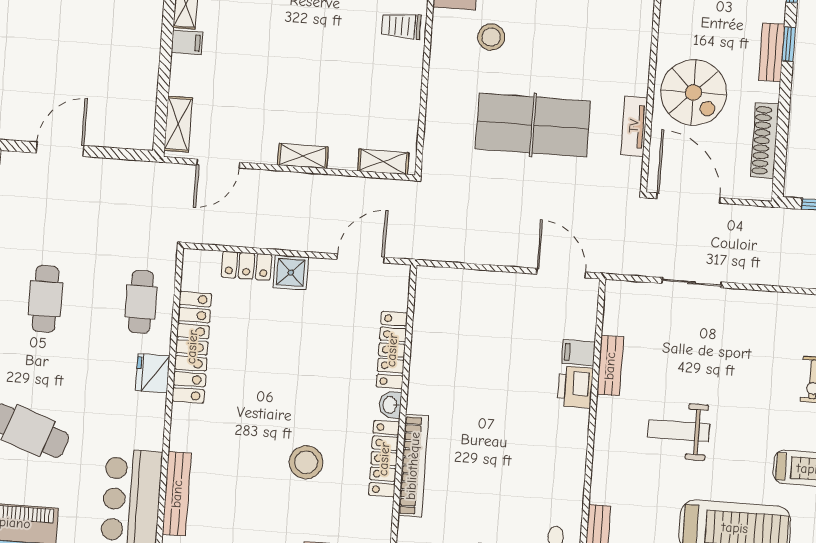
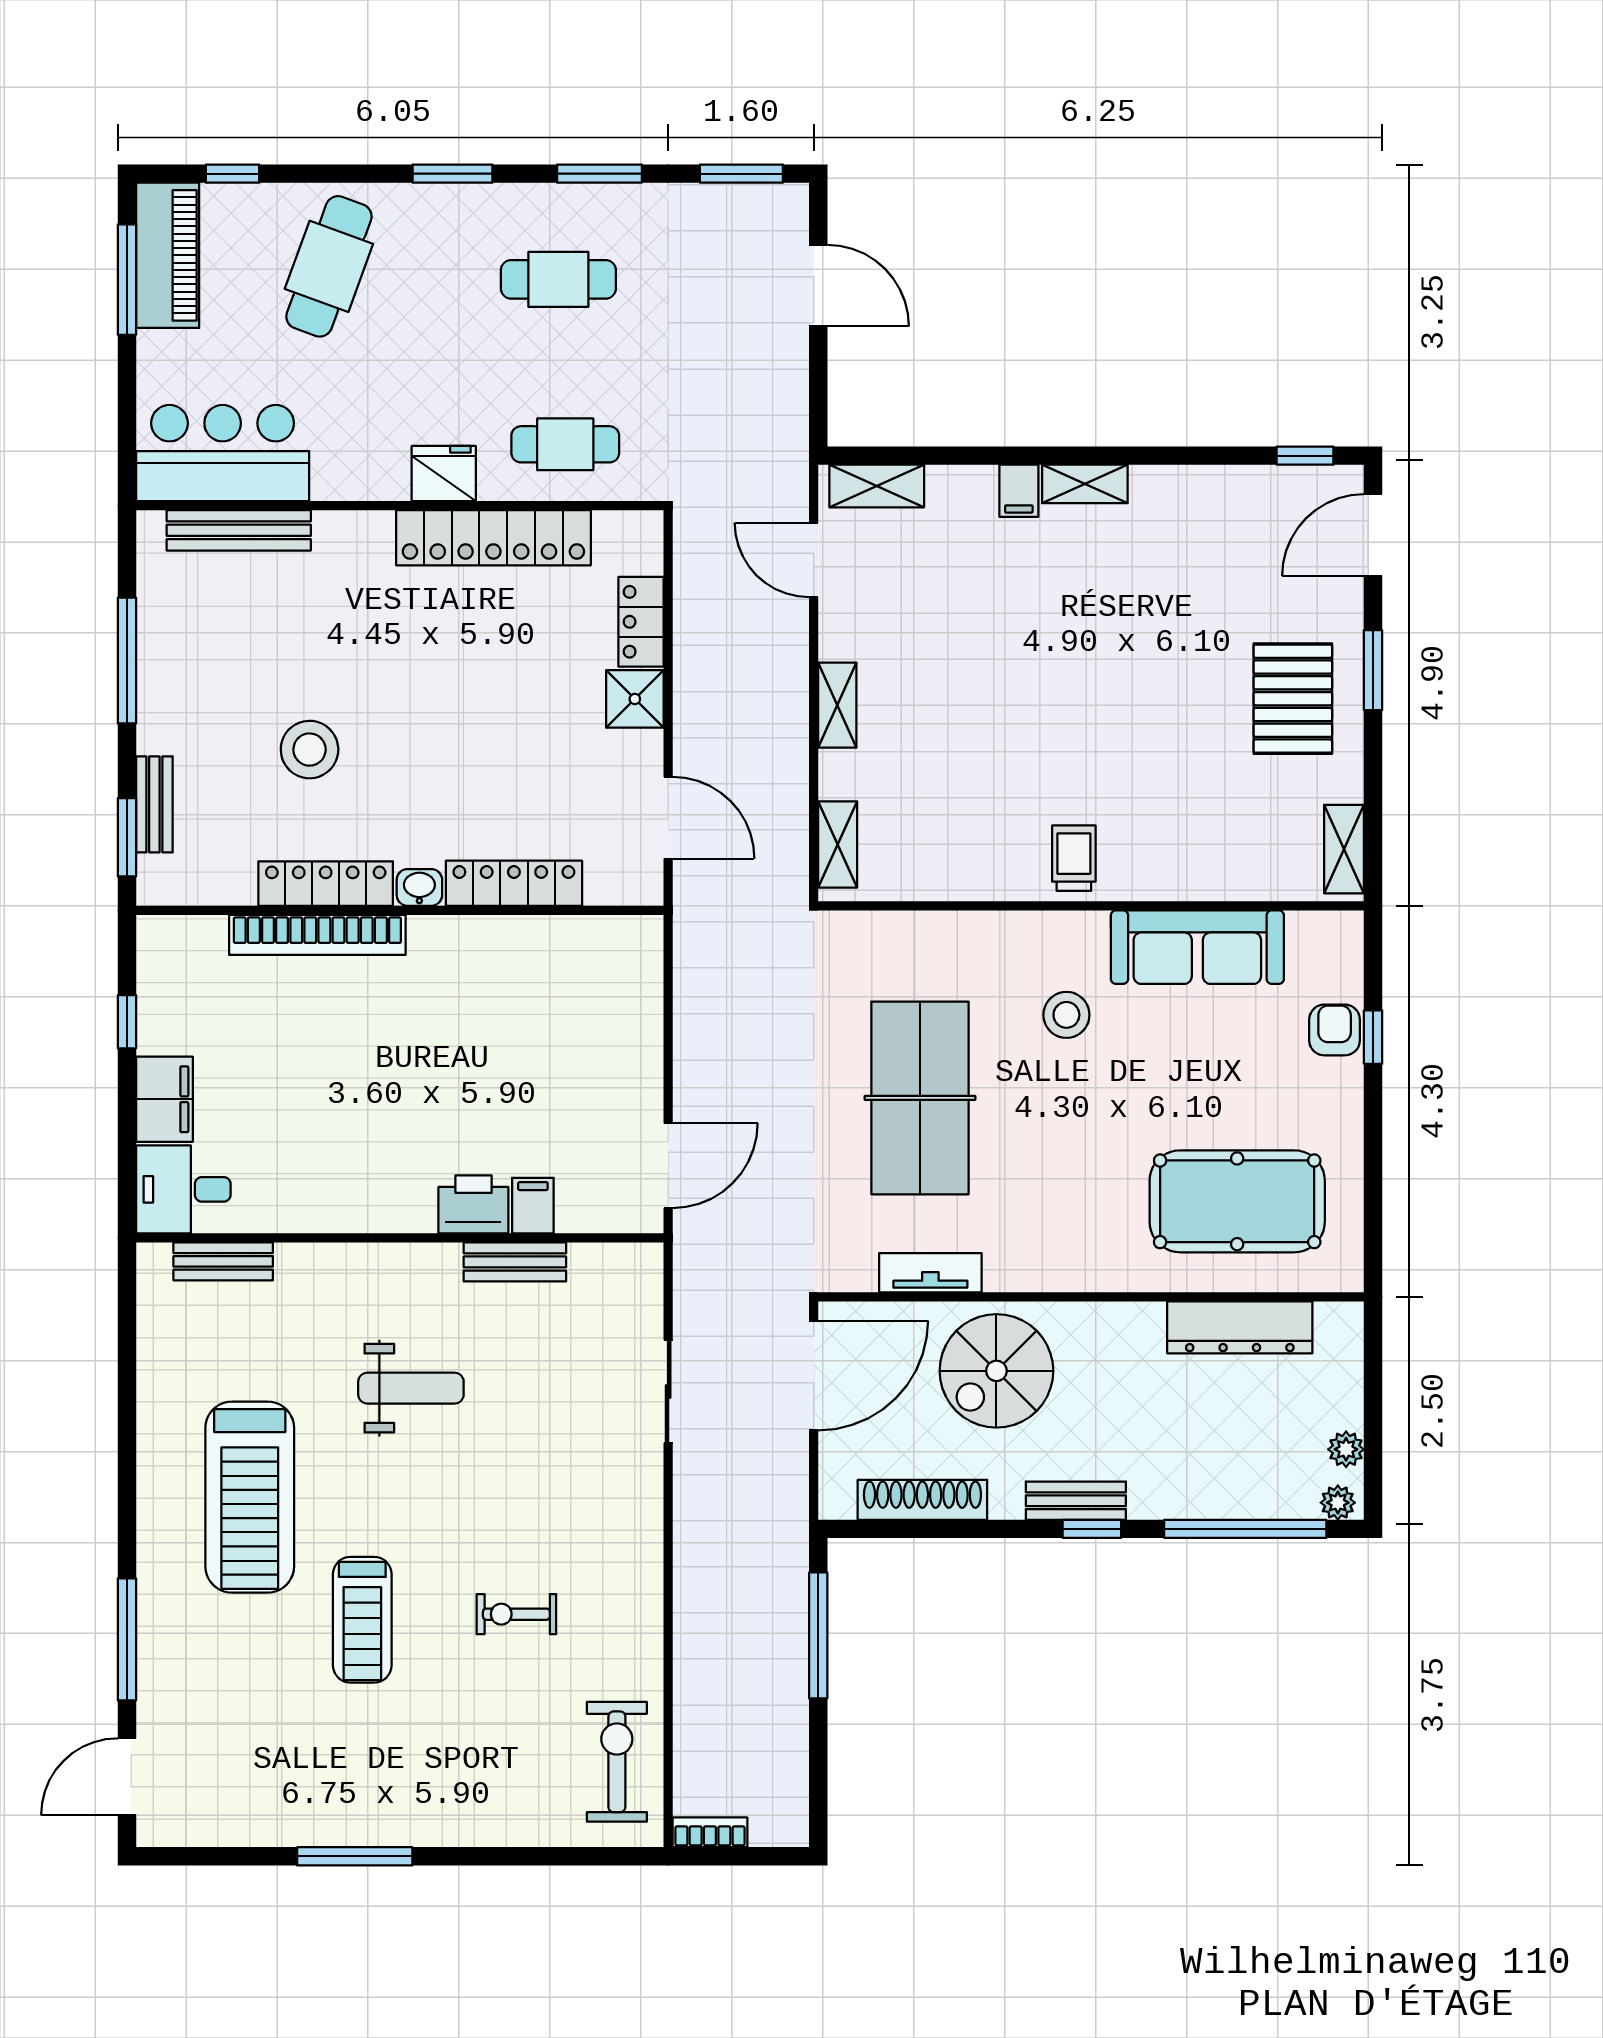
weight bench: (679, 431) -> (411, 1388), turned 90

